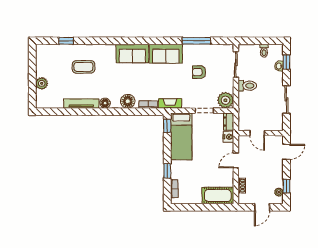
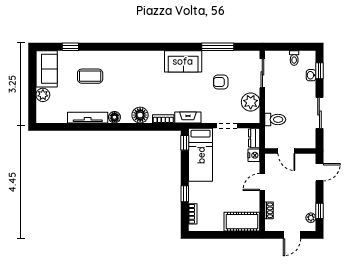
sofa: (132, 54) -> (47, 69), moved, turned -90
toilet: (247, 86) -> (275, 119), moved
plant: (225, 100) -> (251, 102), moved

